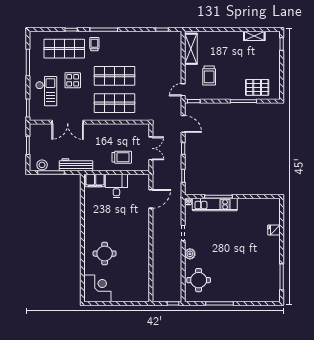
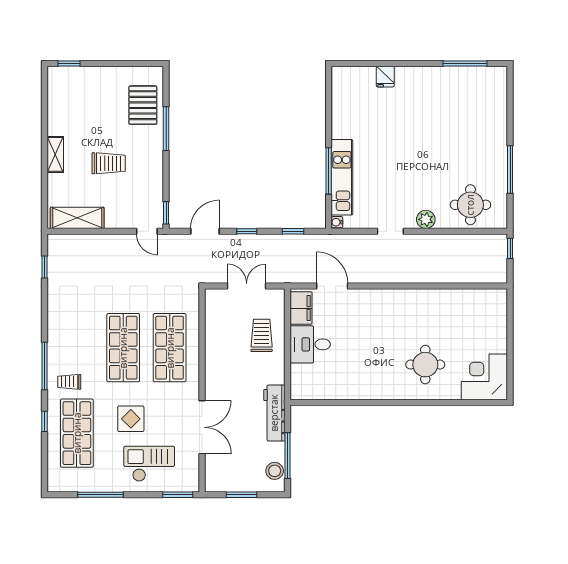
shelving: (254, 36) -> (55, 154), moved
trolley: (209, 75) -> (109, 163), moved
filing cabinet: (95, 180) -> (301, 308), moved

